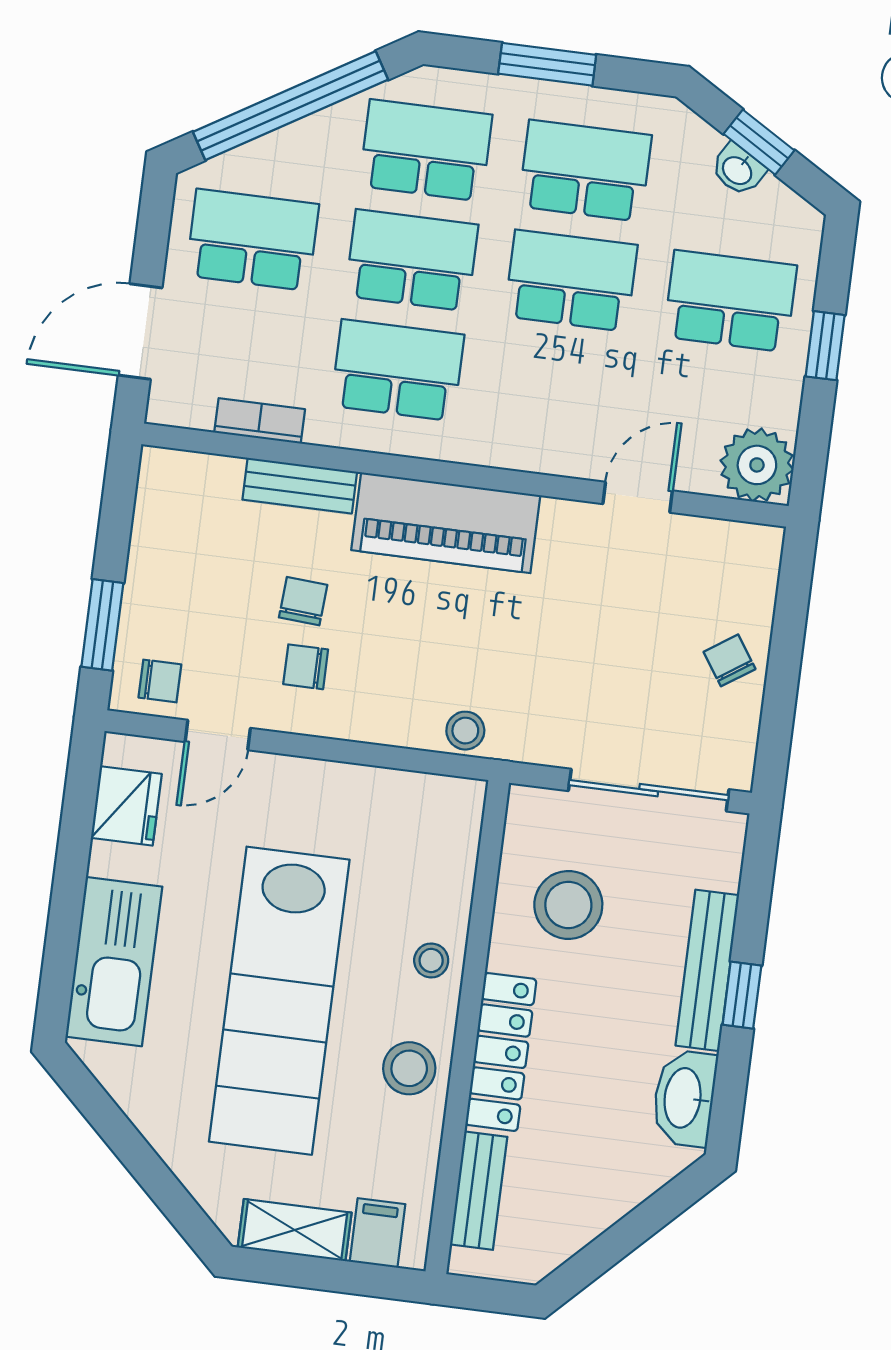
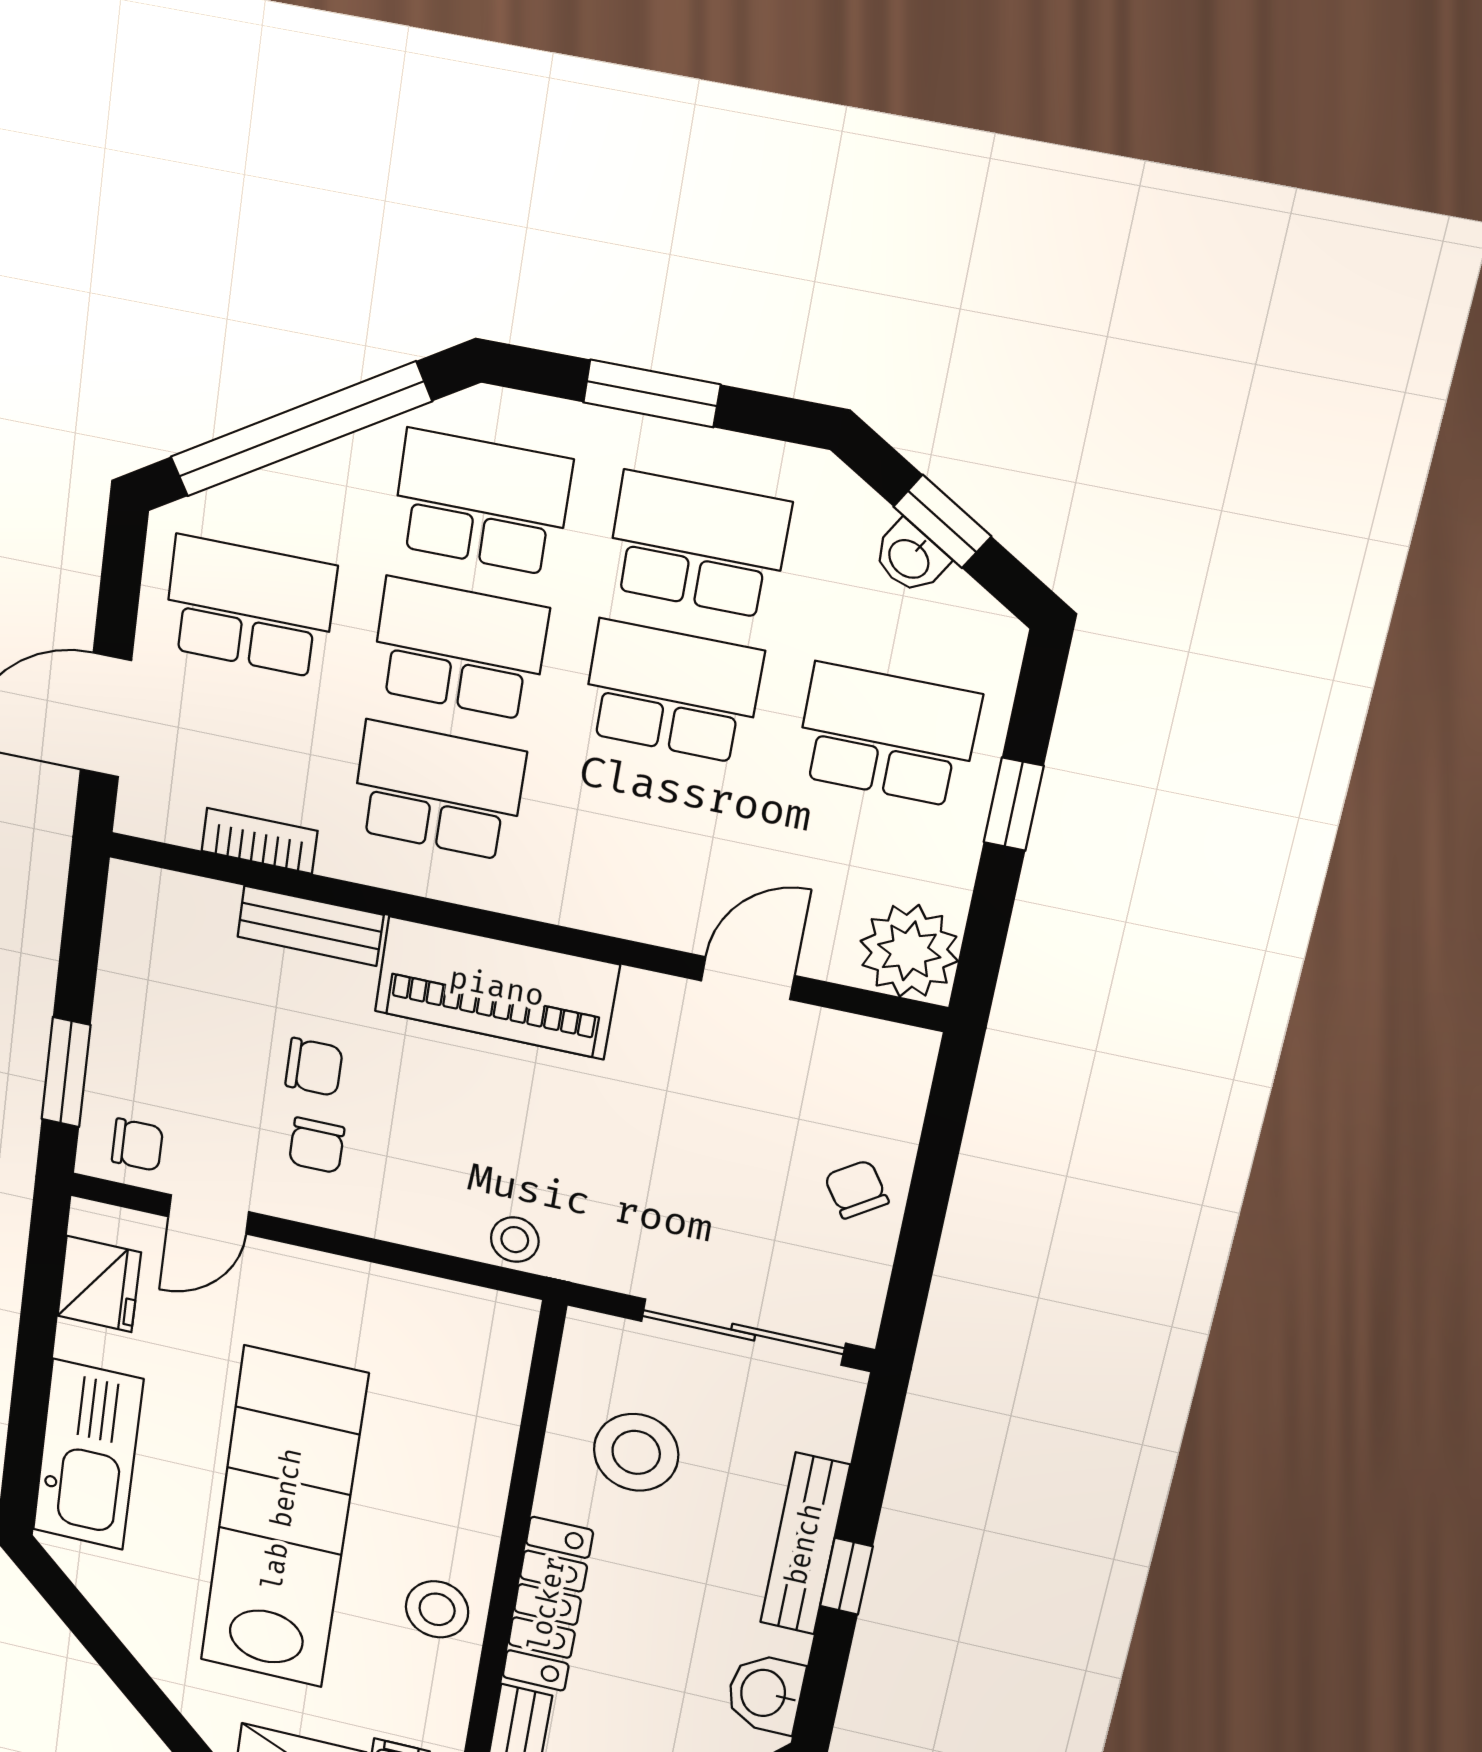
chair: (303, 601) -> (314, 1067), turned 86
chair: (306, 667) -> (317, 1145), turned -90
stool: (431, 960) -> (466, 1496), removed
lab bench: (279, 1001) -> (283, 1519), turned 180
washbasin: (684, 1098) -> (765, 1693), width x0.72

